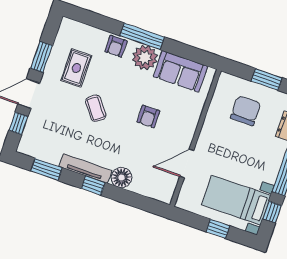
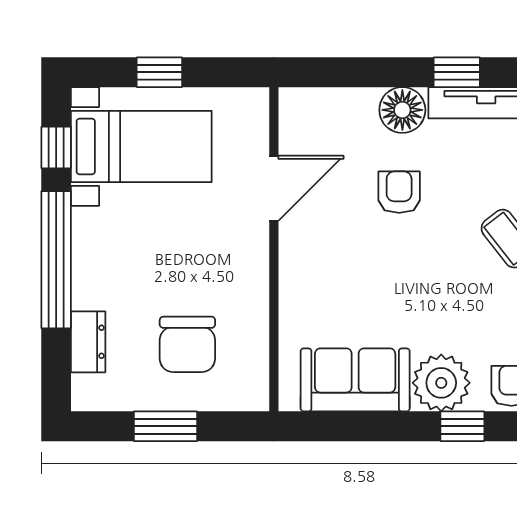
window: (142, 36) -> (462, 426), width x0.46
armchair: (148, 116) -> (399, 192), moved

